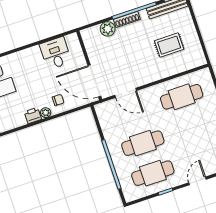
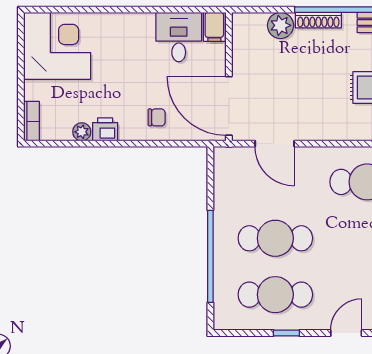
filing cabinet: (73, 41) -> (214, 27), added
plant: (46, 113) -> (82, 132), moved

